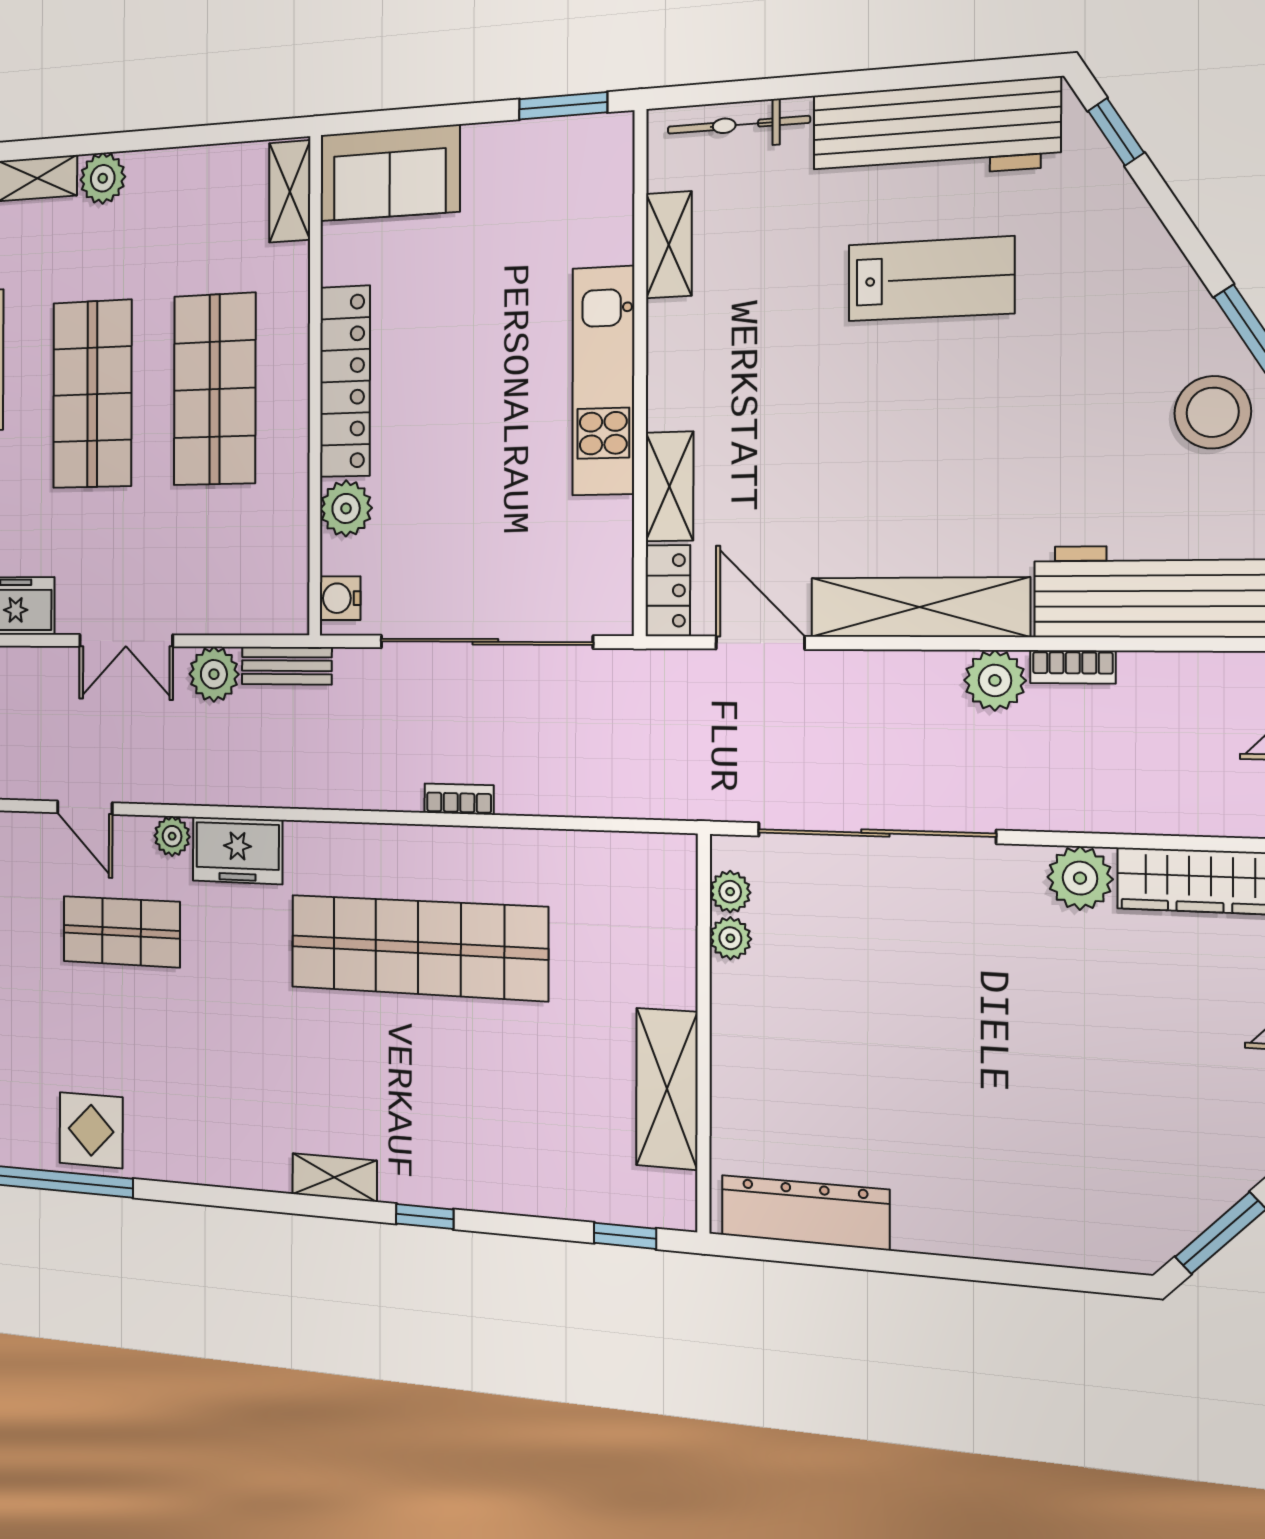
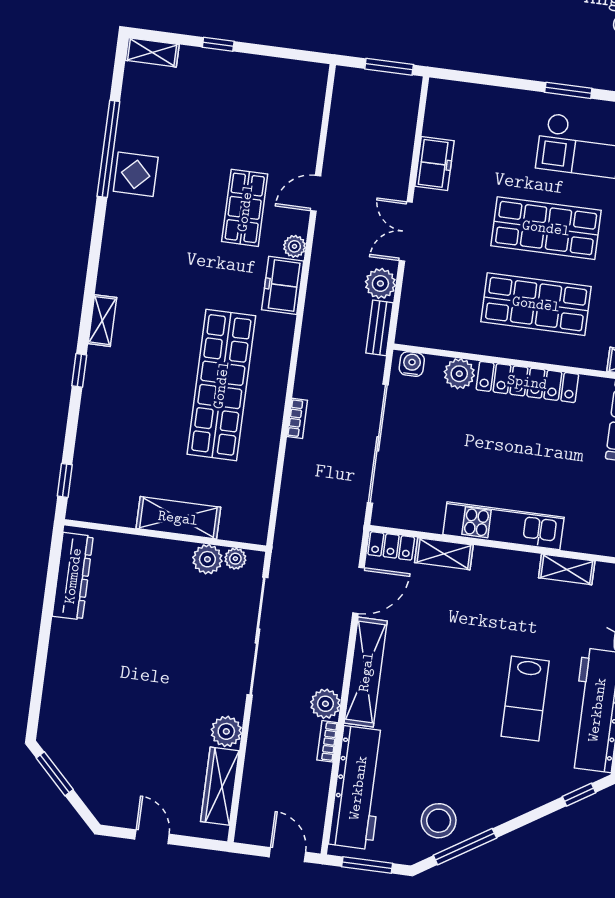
plant: (730, 938) -> (207, 559), width x1.38, depth x1.38
shelving: (667, 1089) -> (178, 518), moved

